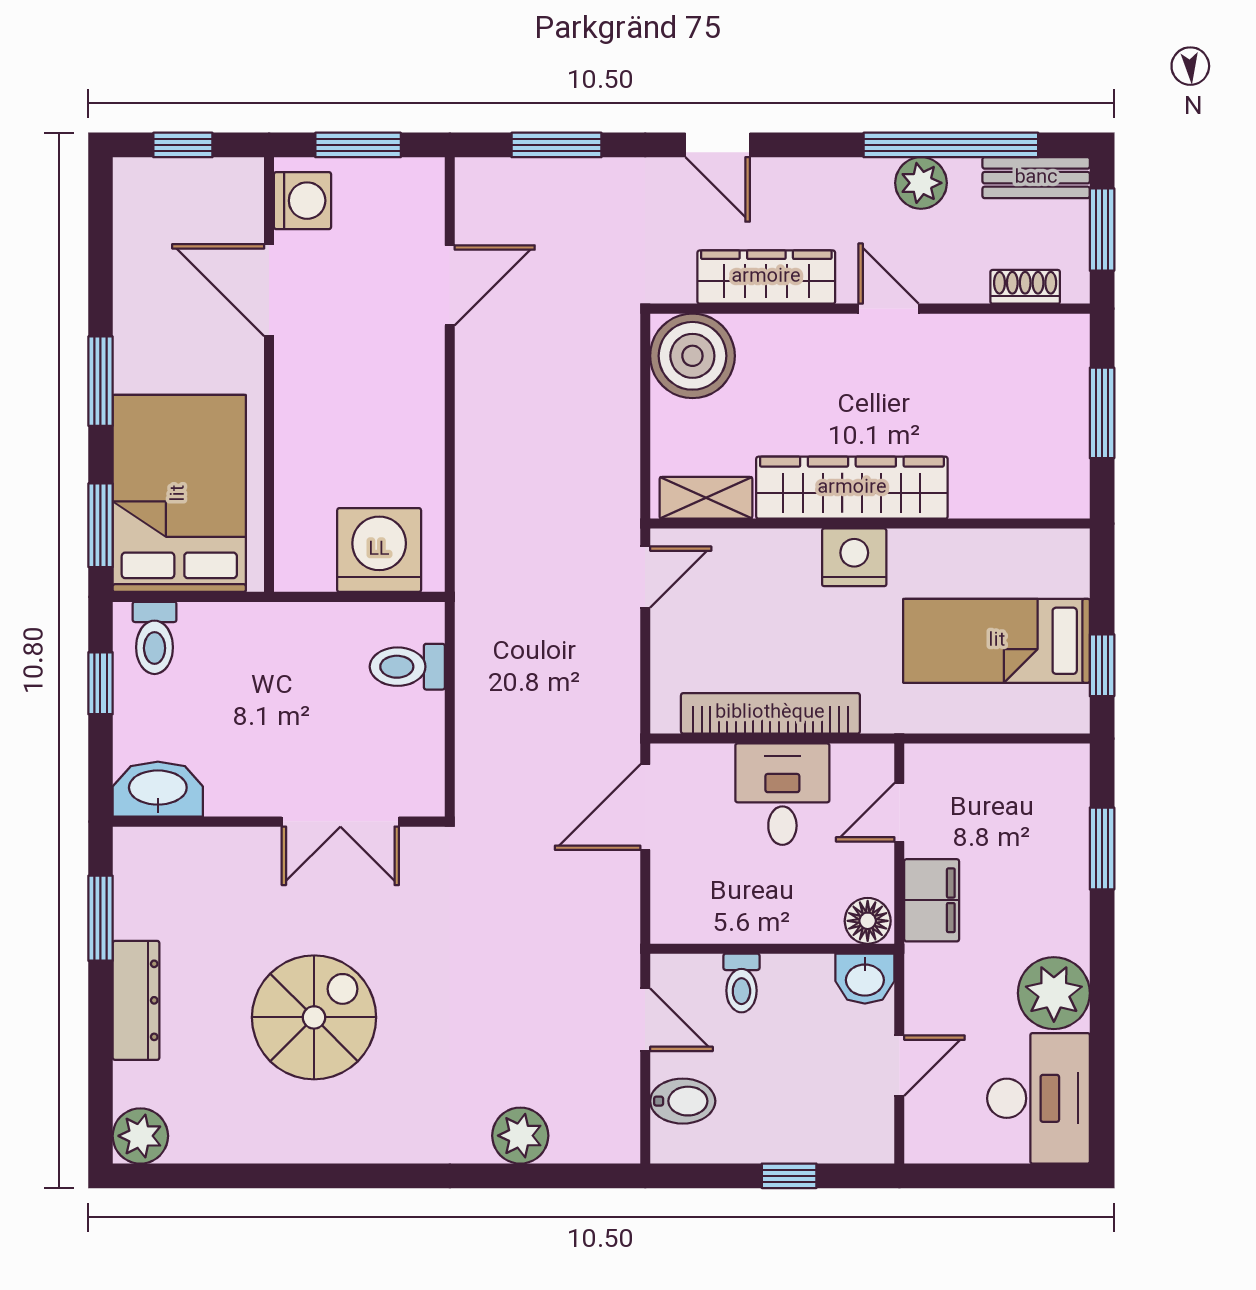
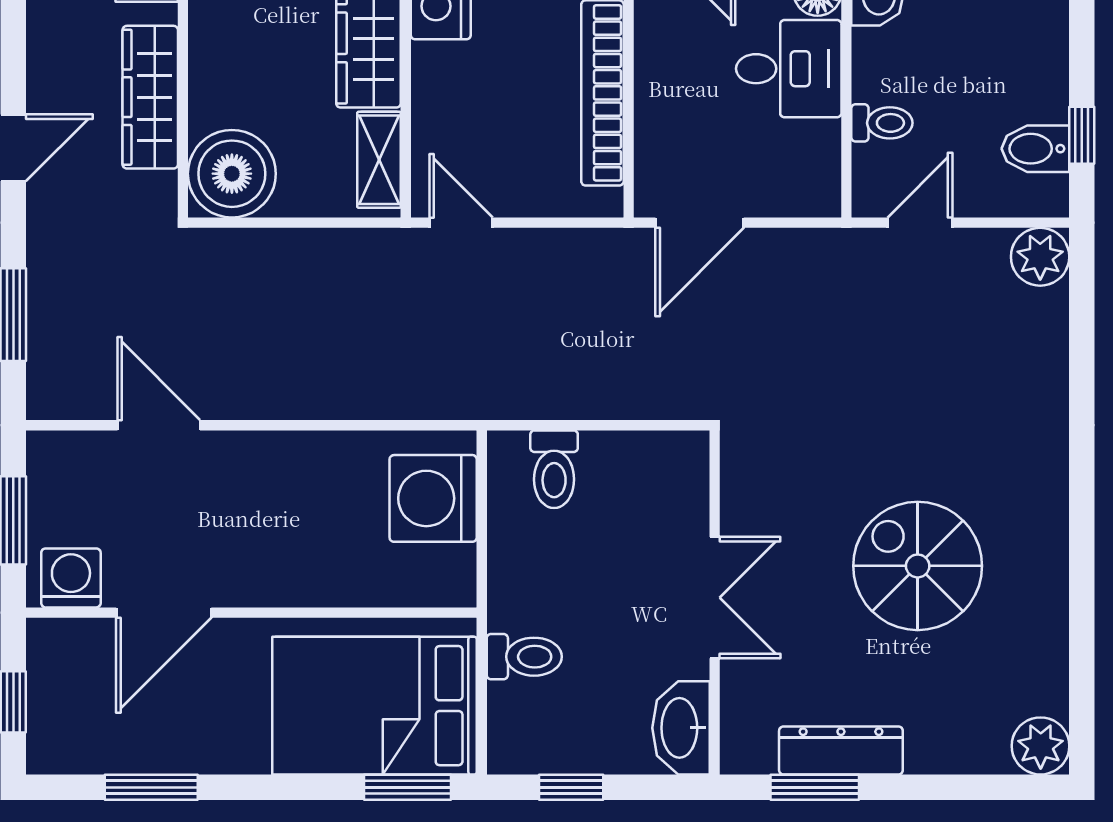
window: (100, 381) -> (151, 787), moved
toilet: (155, 638) -> (524, 657), moved
desk: (782, 794) -> (789, 69), moved, turned 180
door: (645, 807) -> (700, 223), hinge flipped
double door: (340, 822) -> (715, 598), moved
dresser: (136, 1000) -> (841, 750), moved
bidet: (683, 1101) -> (1035, 149), moved, turned -90
plant: (520, 1136) -> (1040, 257), moved
window: (789, 1176) -> (1082, 135), moved

